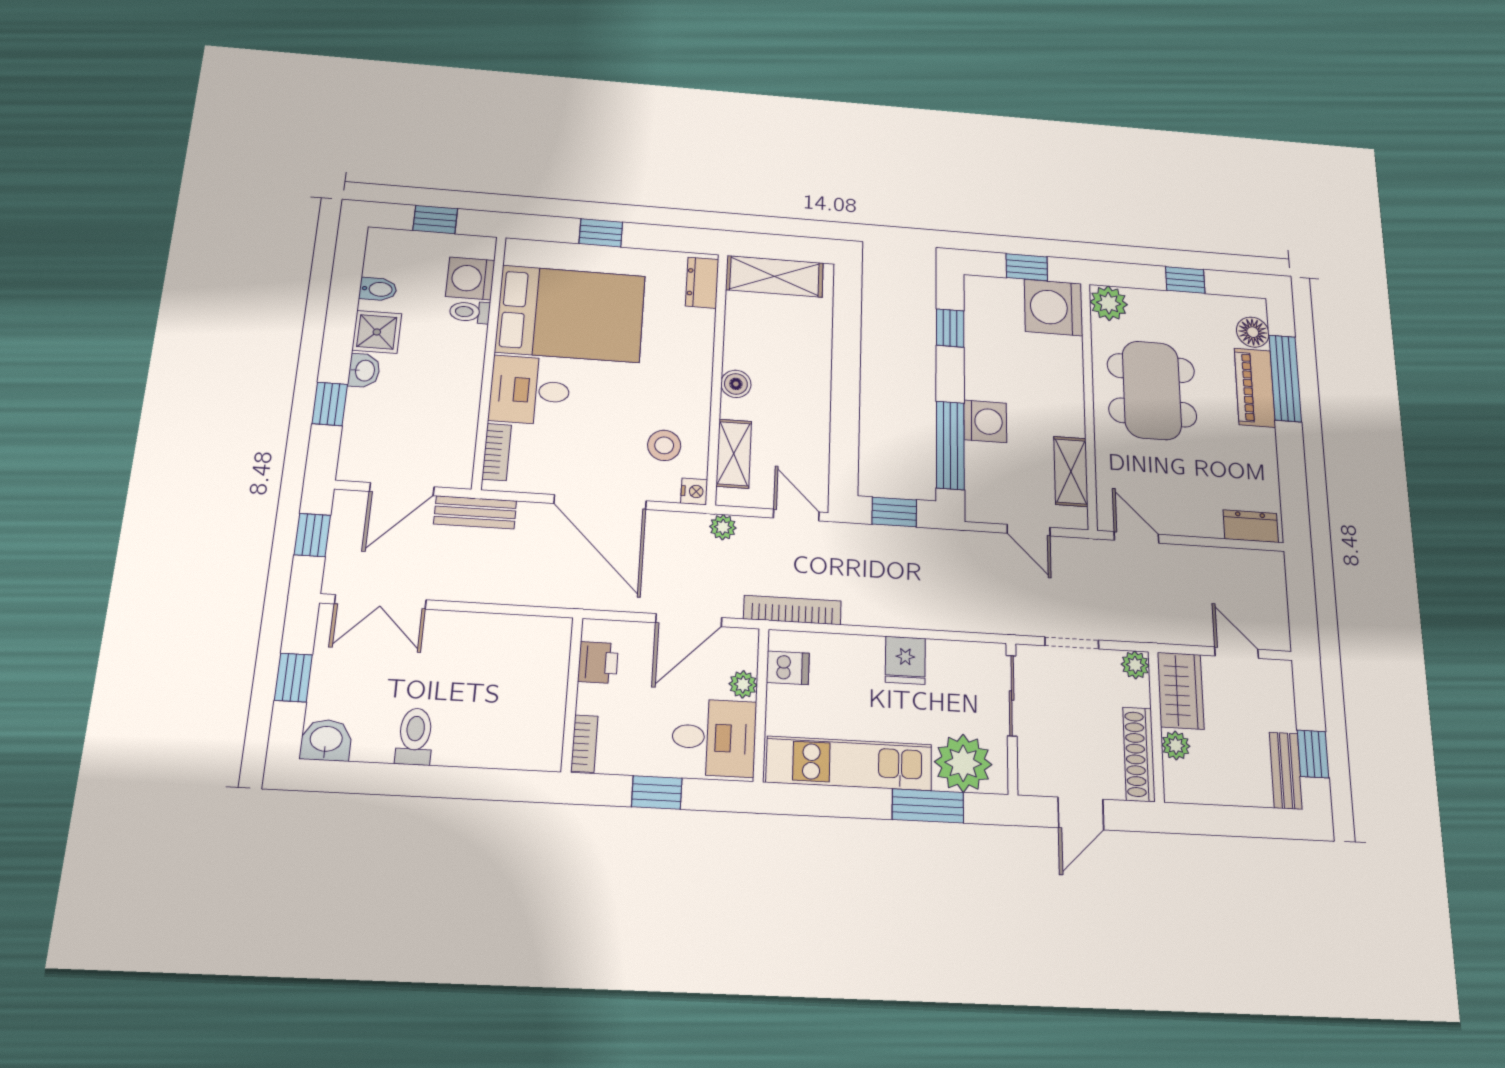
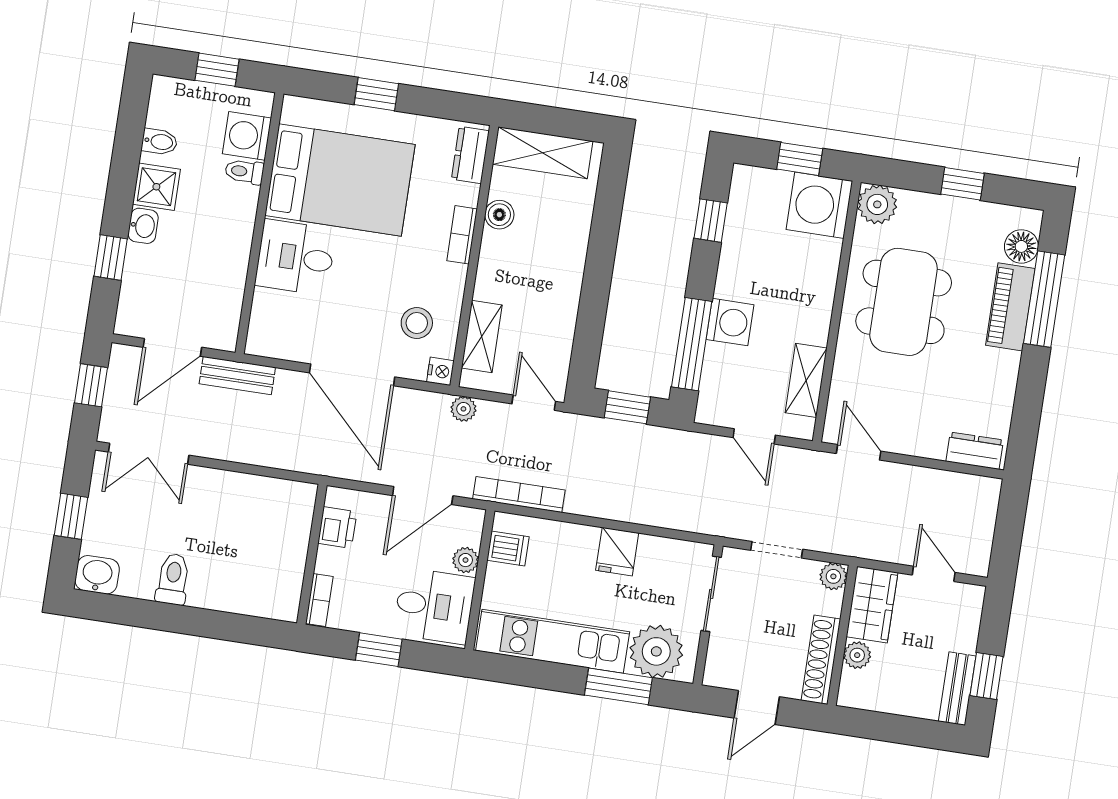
boiler: (736, 384) -> (499, 215), moved
bookcase: (497, 452) -> (462, 235), moved, turned 180

